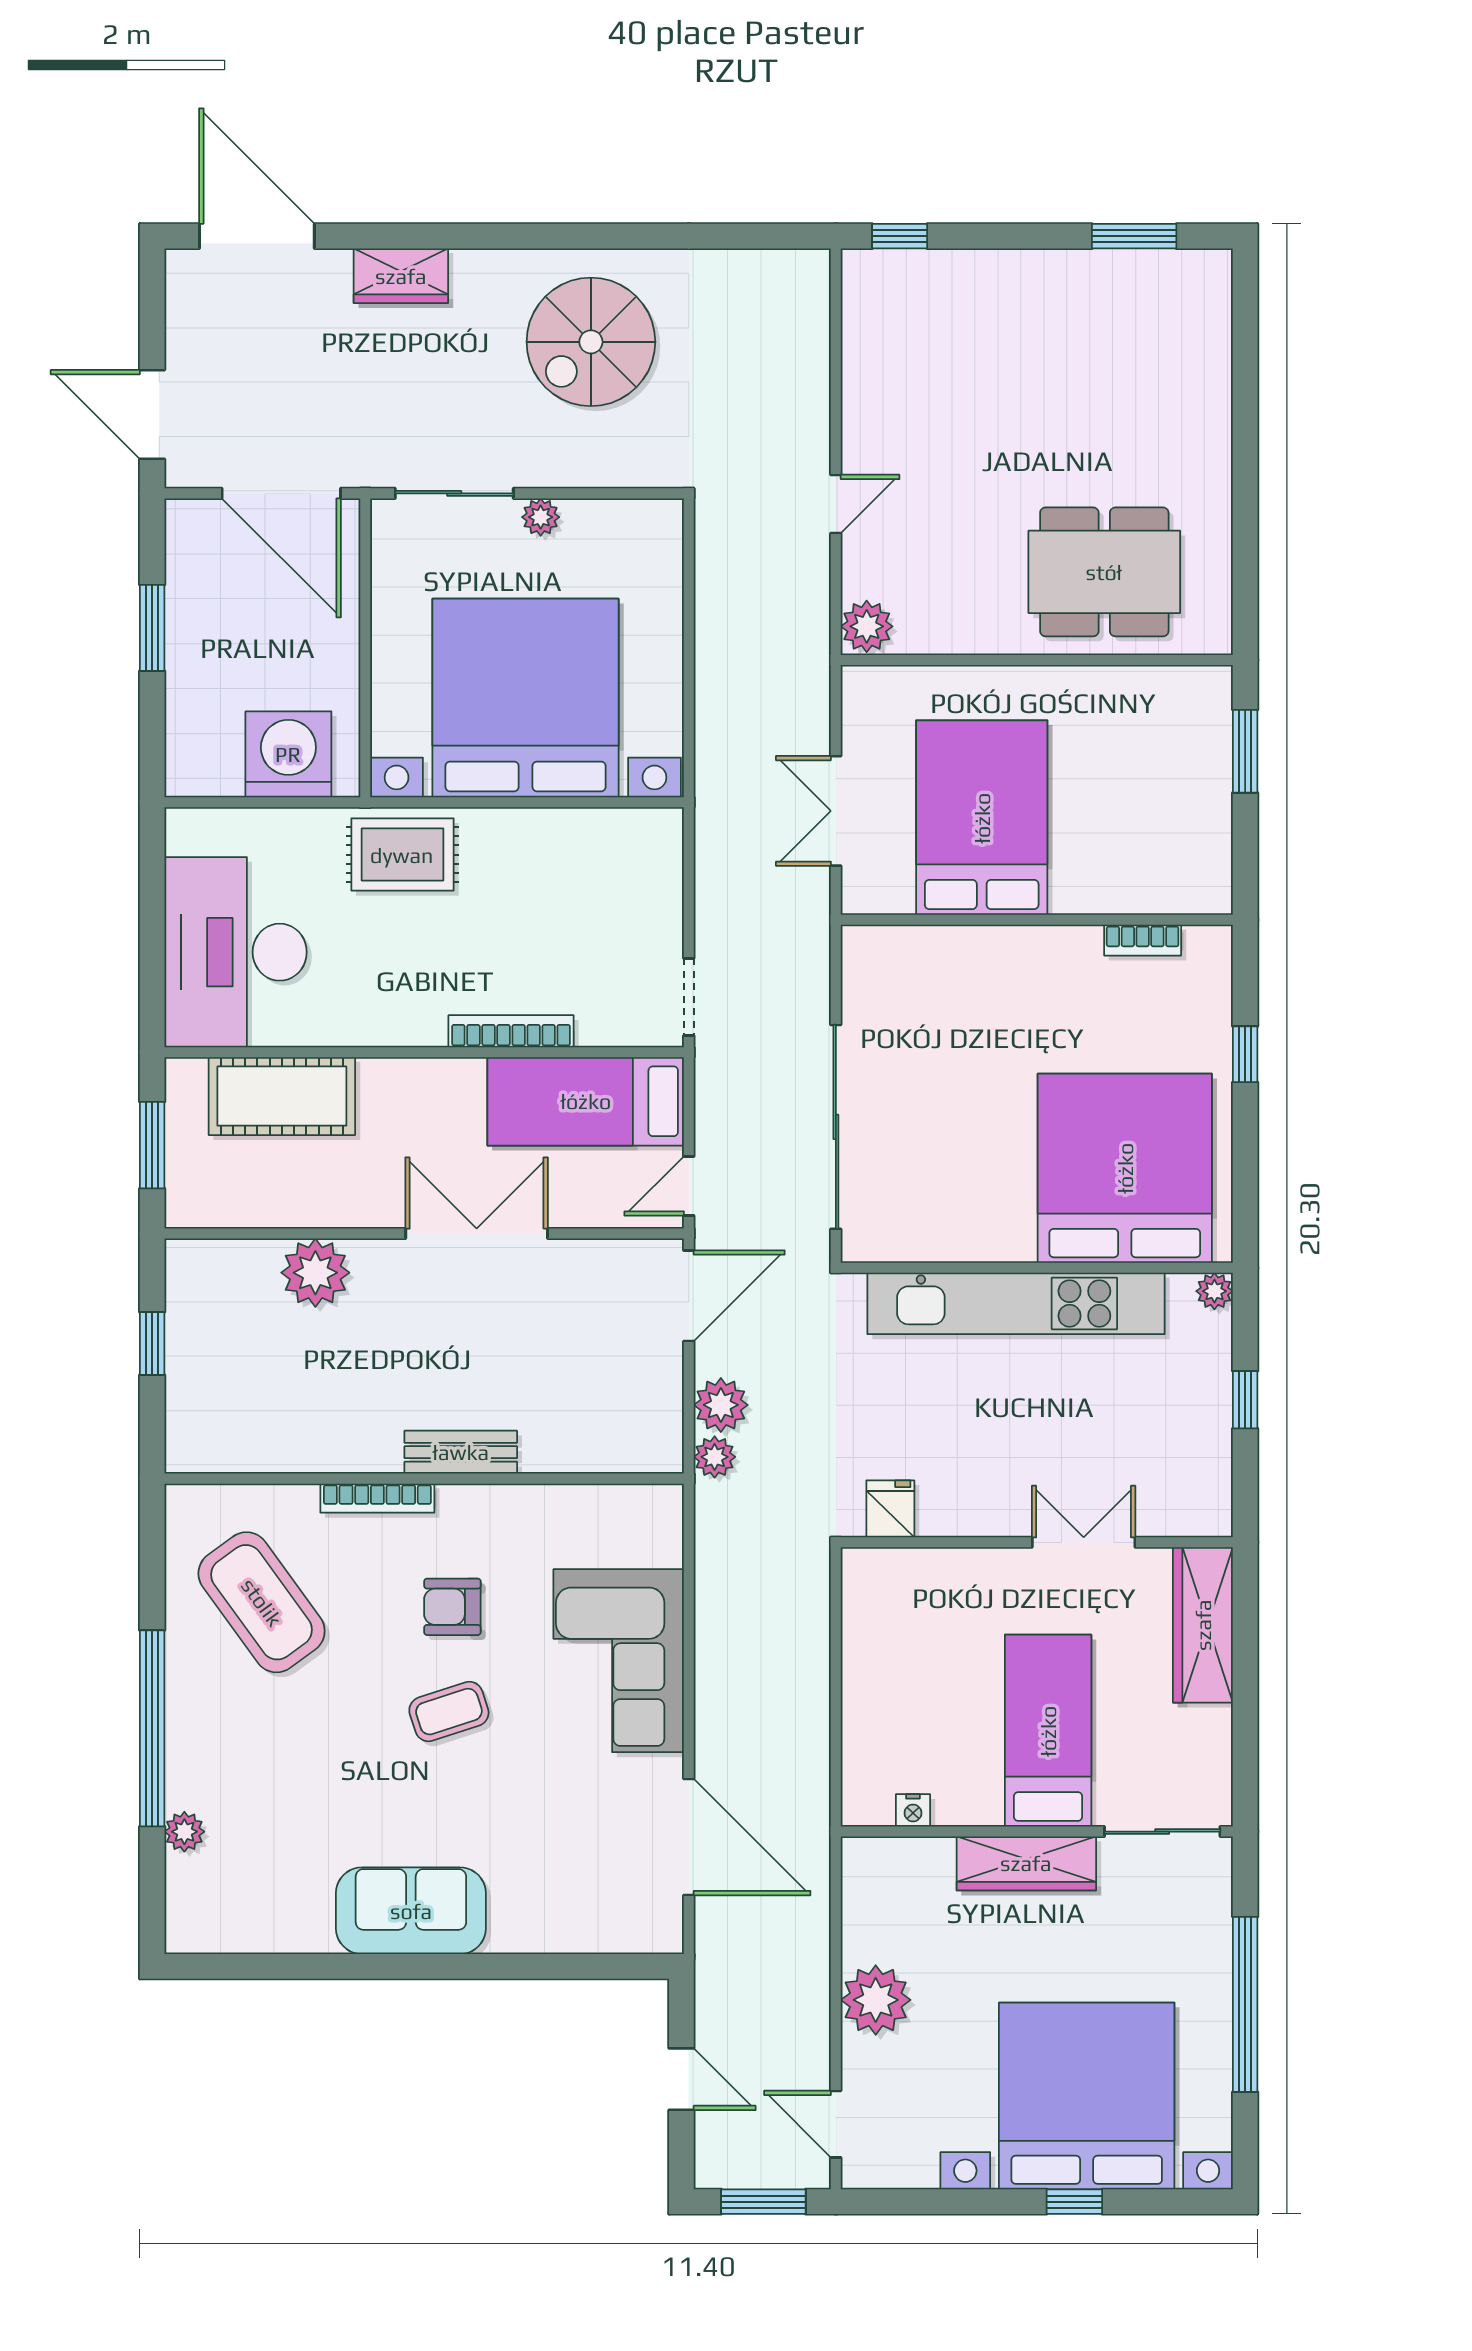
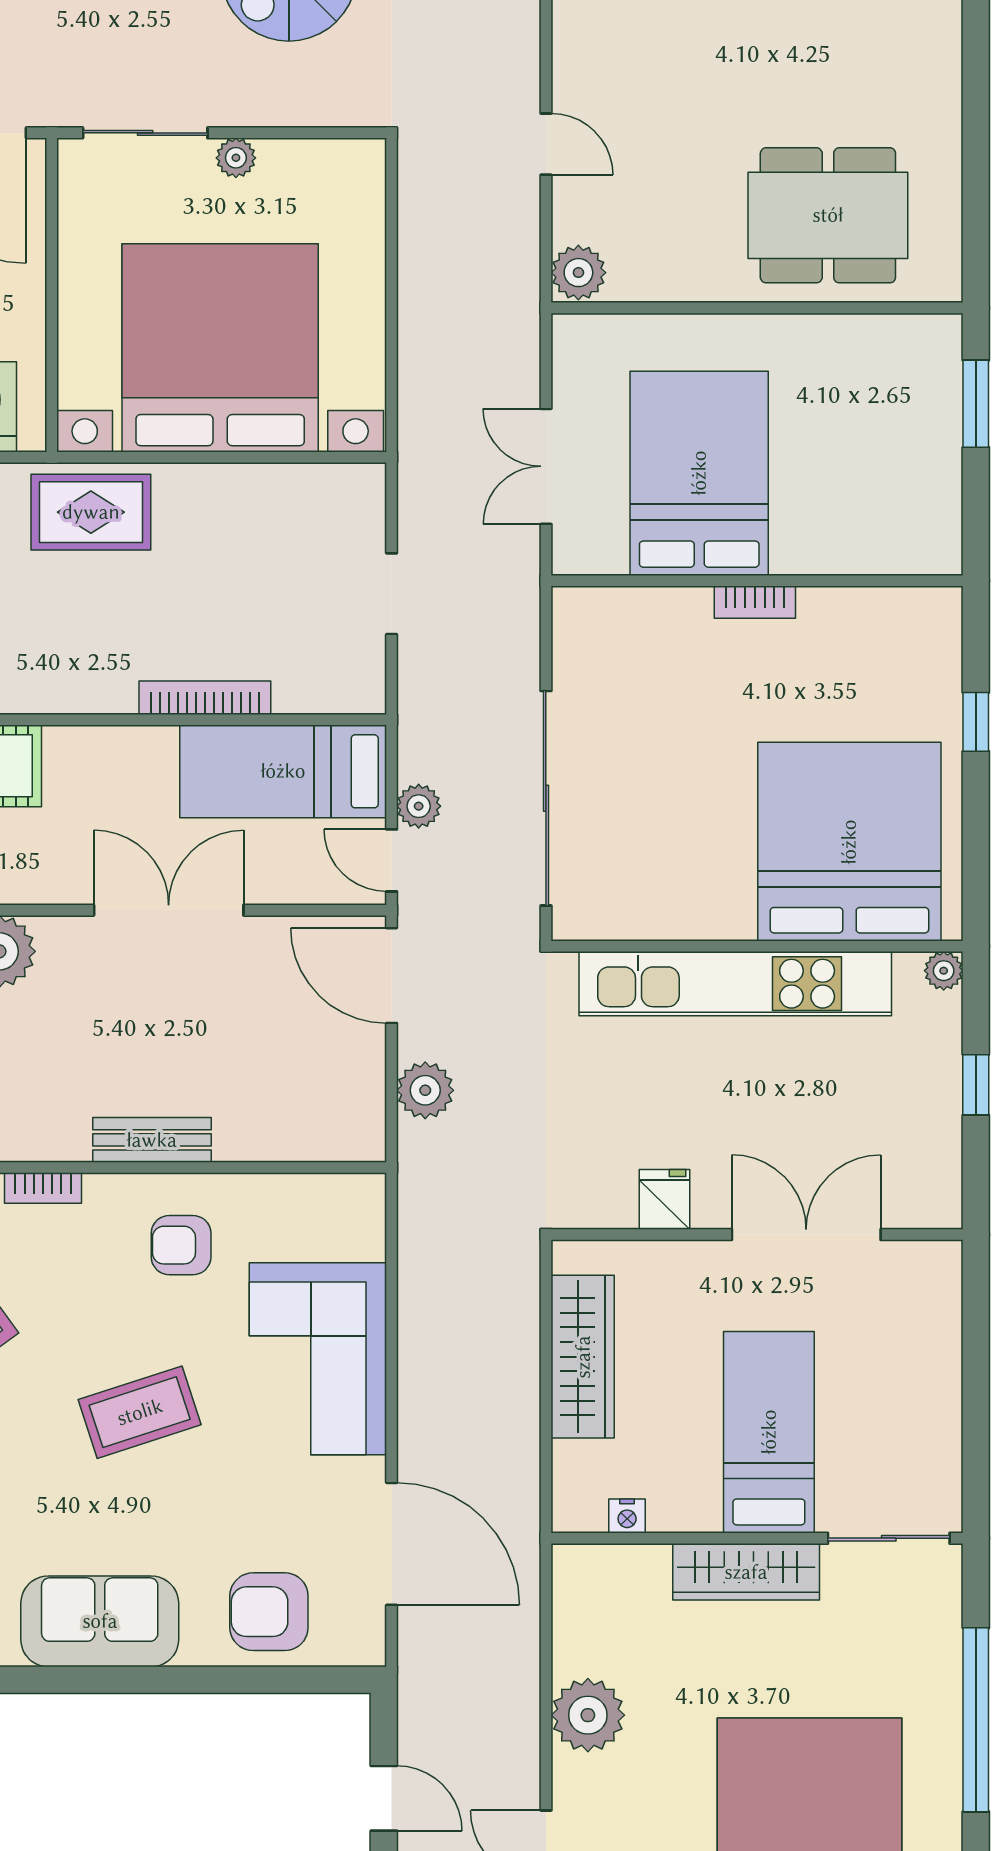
door: (836, 504) -> (546, 144), hinge flipped
bookcase: (1143, 940) -> (755, 602), moved
doorway: (689, 997) -> (392, 594), moved
door: (689, 1186) -> (392, 860), hinge flipped
door: (689, 1296) -> (392, 976), swing flipped
plant: (715, 1457) -> (419, 806), moved
bookcase: (377, 1498) -> (43, 1188), width x0.64
fridge: (890, 1509) -> (664, 1199), moved
double door: (1084, 1542) -> (806, 1235), width x1.37
armchair: (452, 1607) -> (181, 1245), moved
wardrobe: (1203, 1625) -> (583, 1357), moved, turned 180
coffee table: (449, 1712) -> (140, 1412), width x1.36, depth x1.30
armchair: (572, 1901) -> (269, 1612), added

